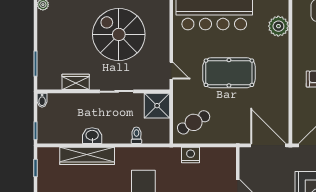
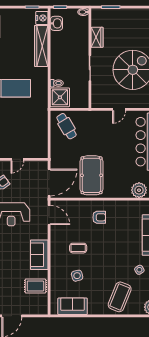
door: (171, 71) -> (119, 109), moved
pool table: (229, 73) -> (92, 175), moved
shower: (157, 106) -> (60, 97), moved
washbasin: (92, 136) -> (56, 23), moved
nightstand: (191, 155) -> (42, 18), moved

